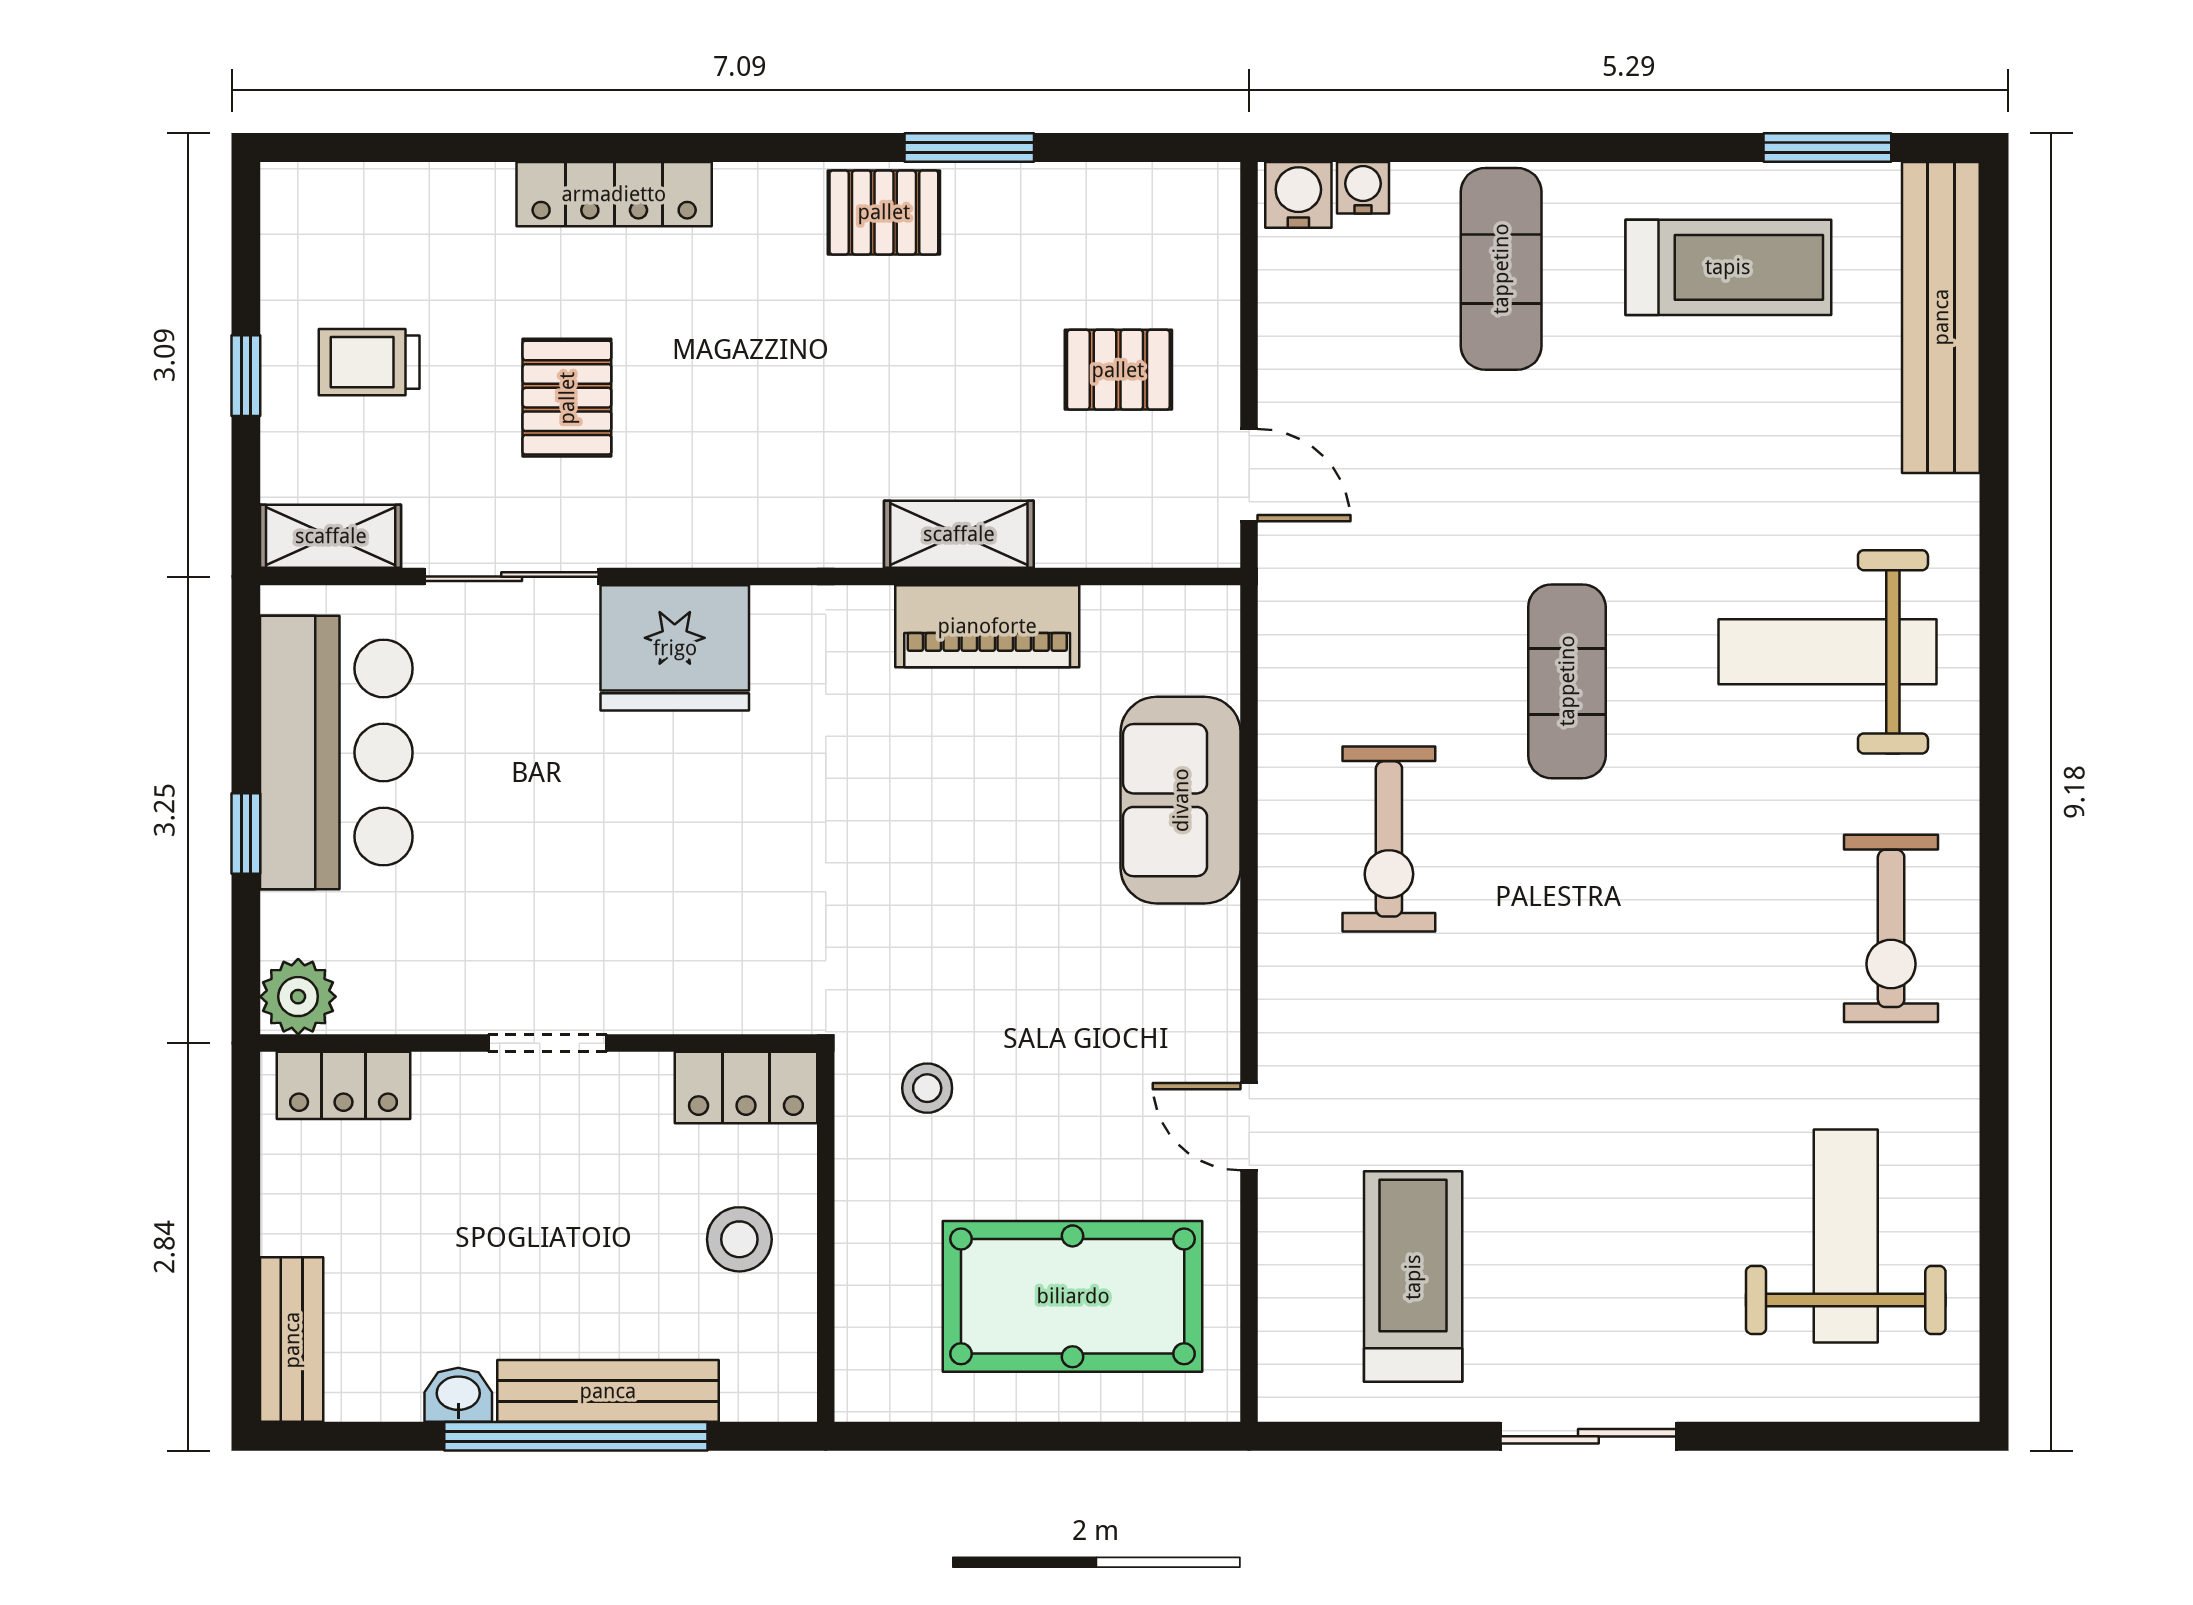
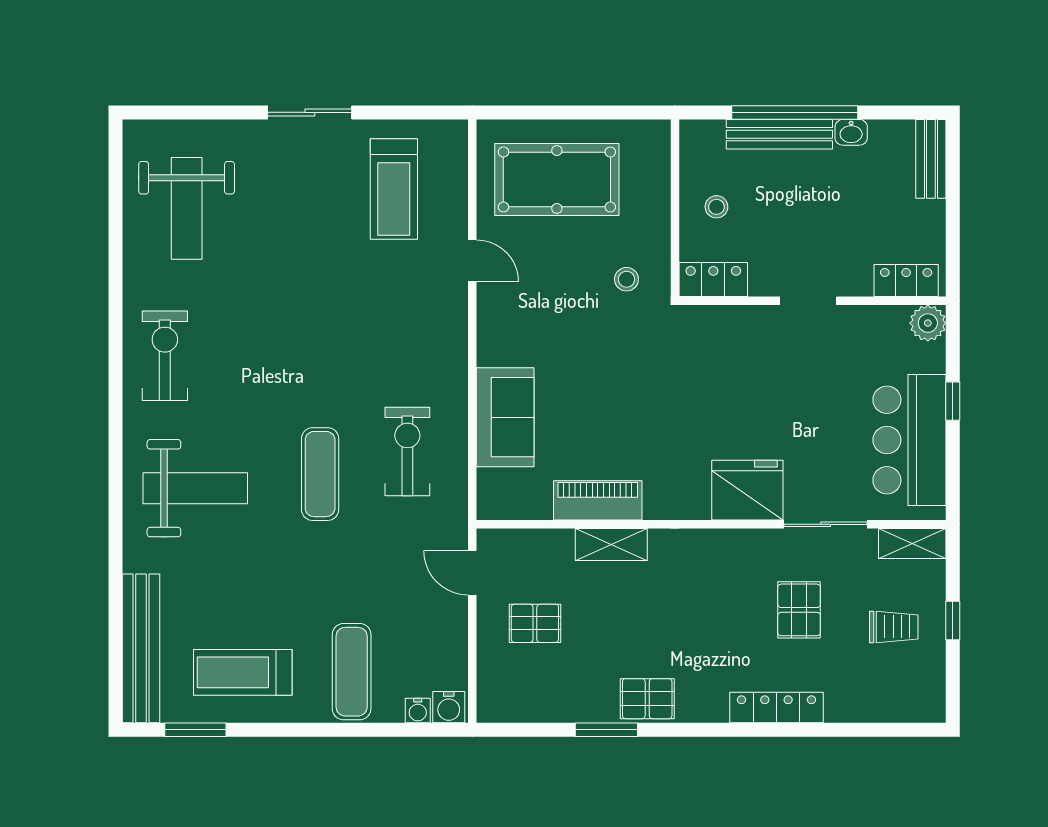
exercise bike: (1389, 839) -> (407, 451), moved
stool: (739, 1239) -> (716, 207), width x0.73, depth x0.73

